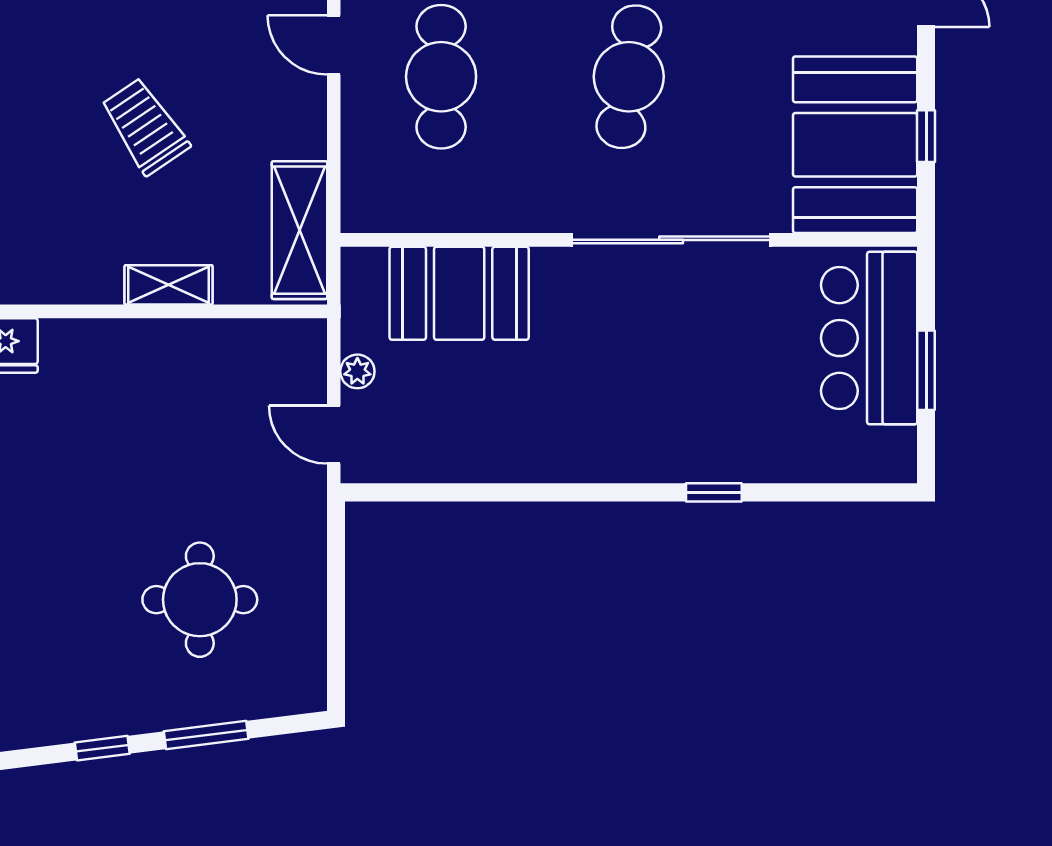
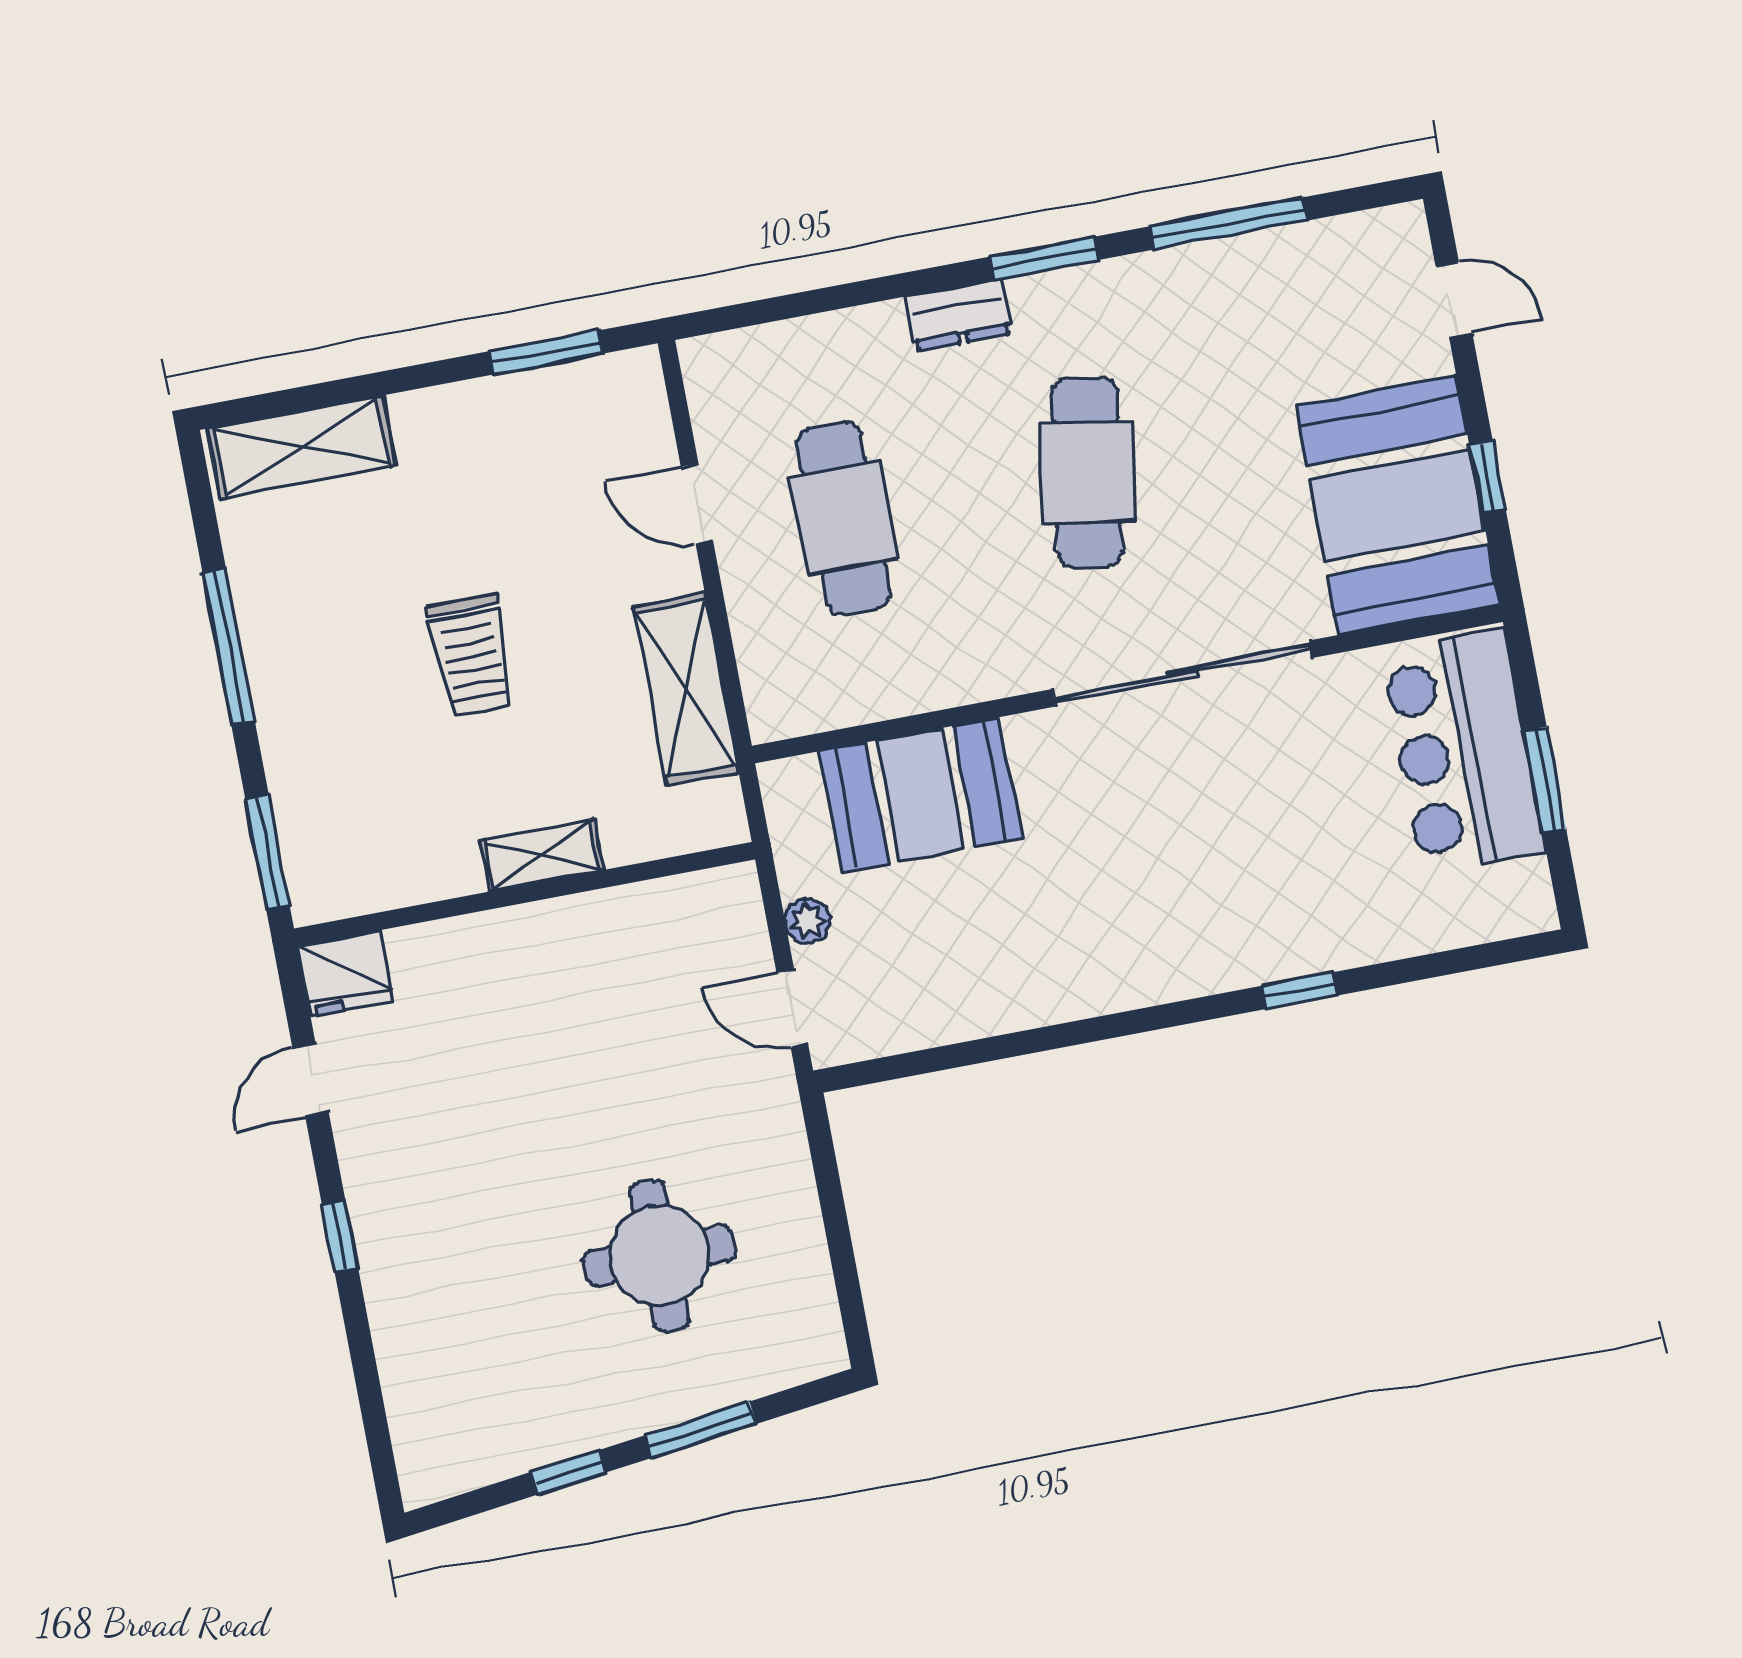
trolley: (145, 126) -> (472, 655), turned -146
shelving: (299, 230) -> (686, 689), moved

